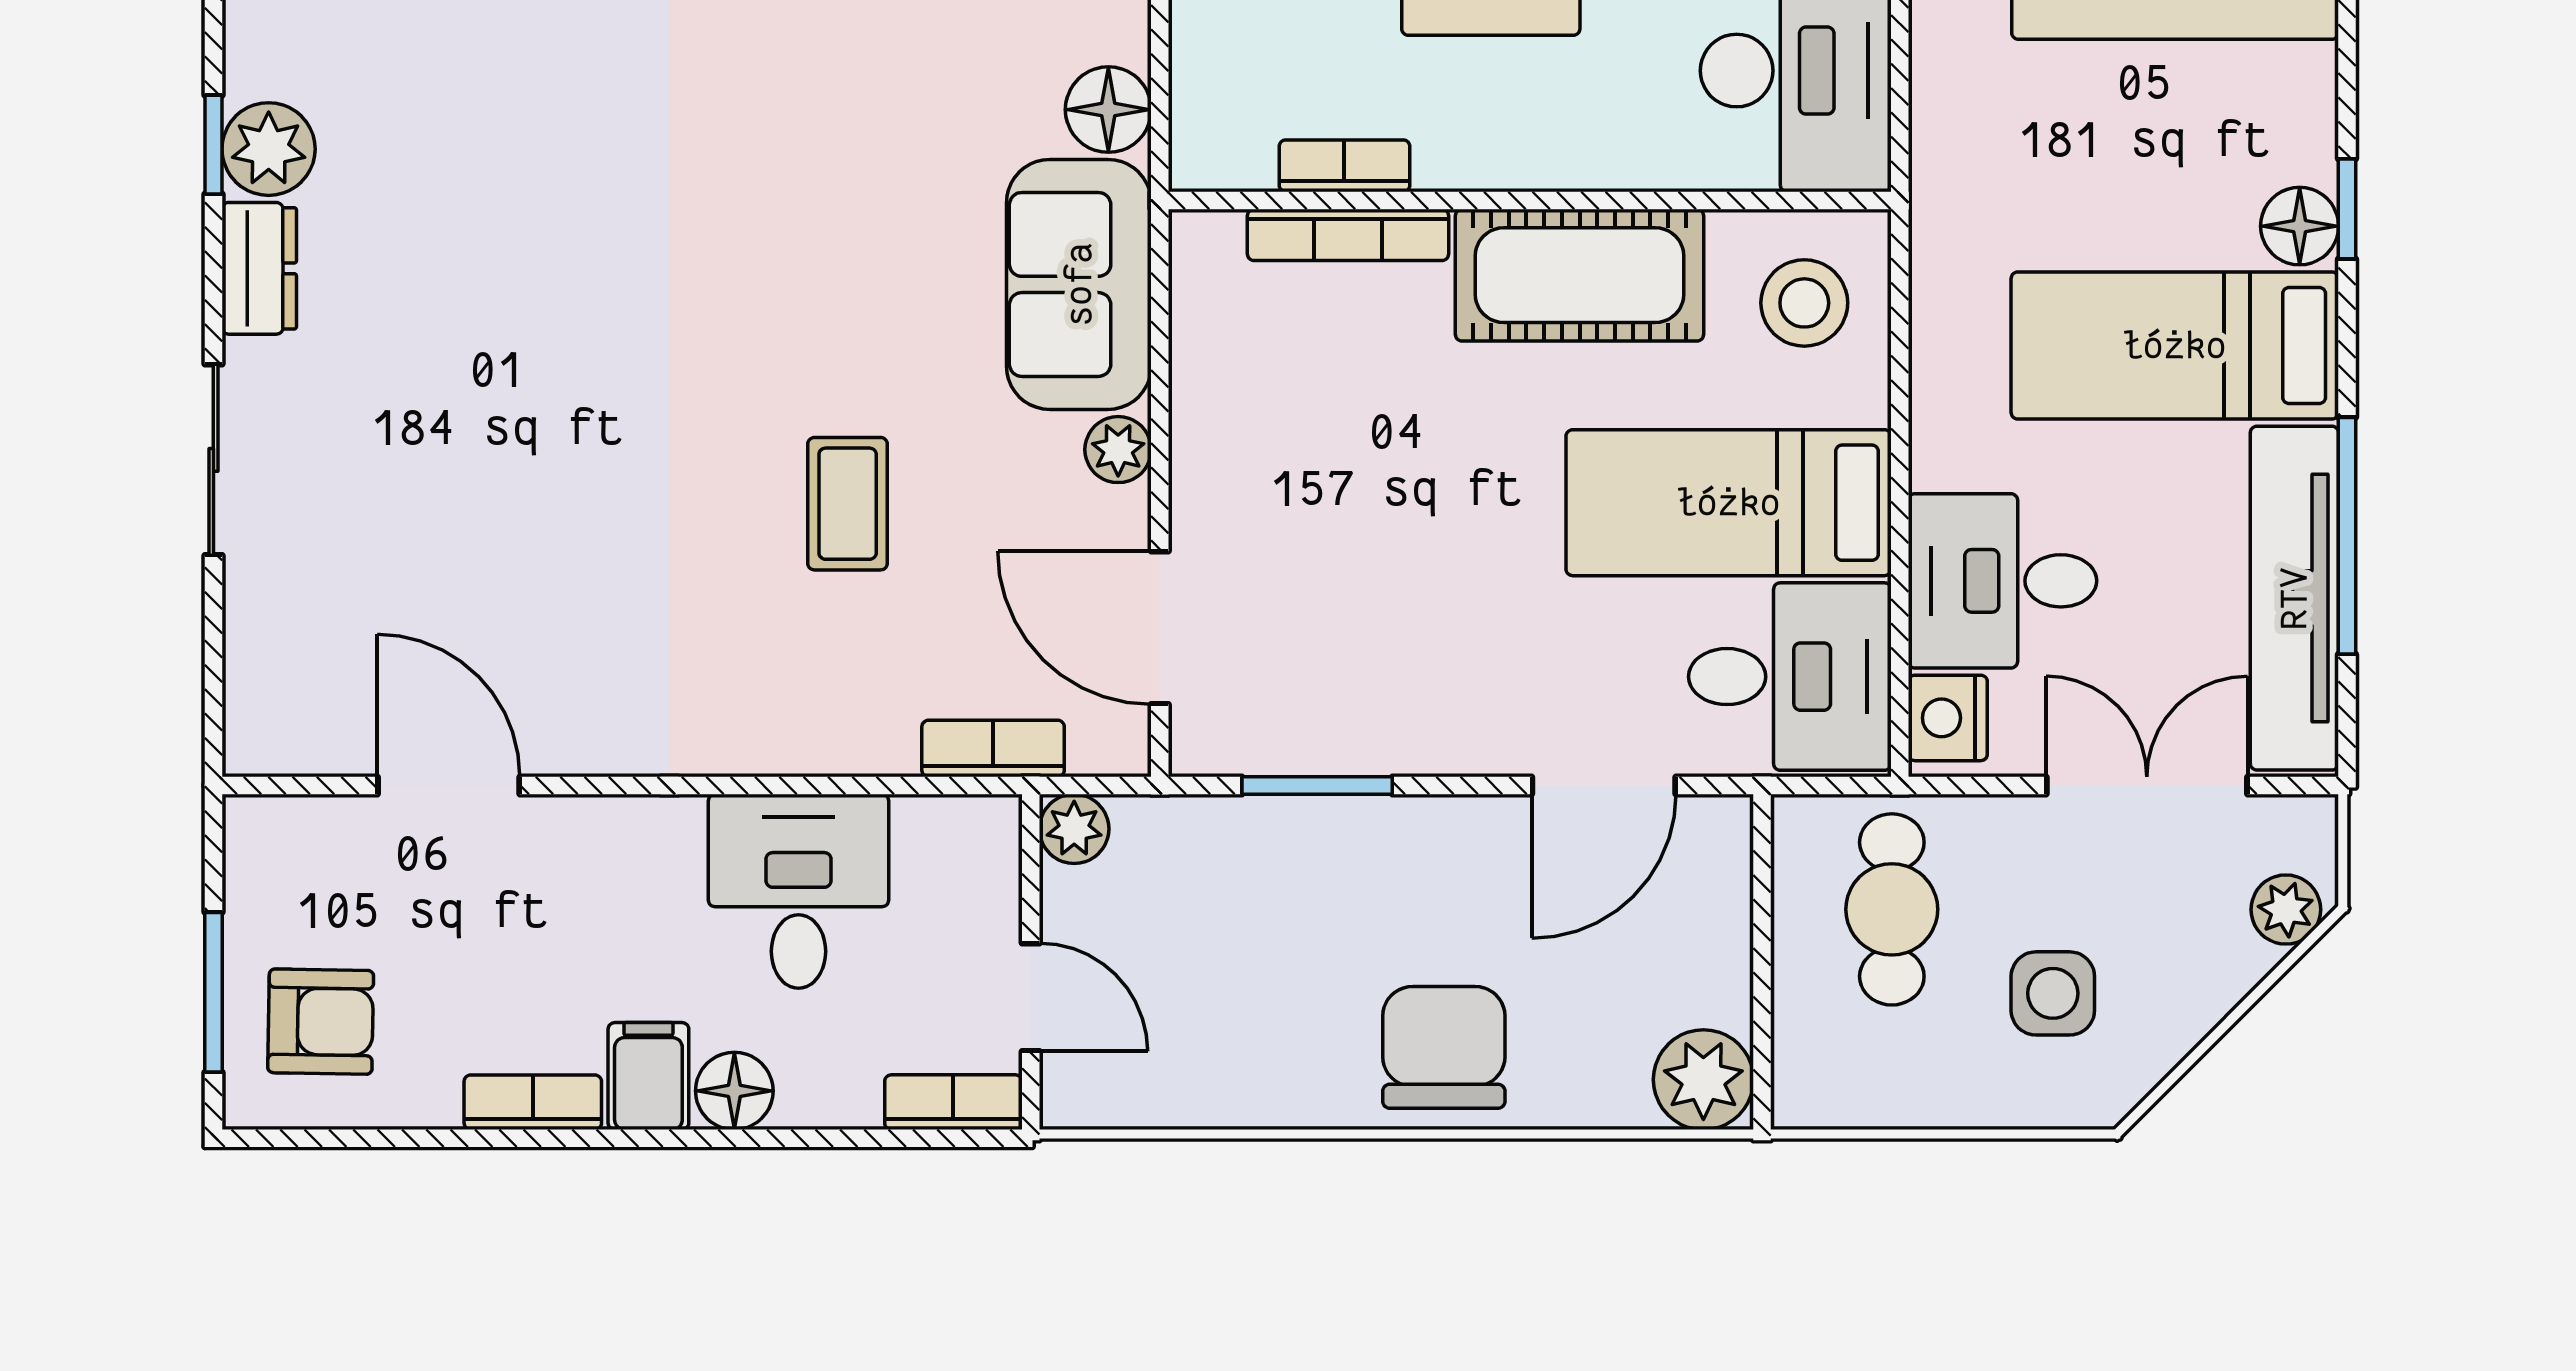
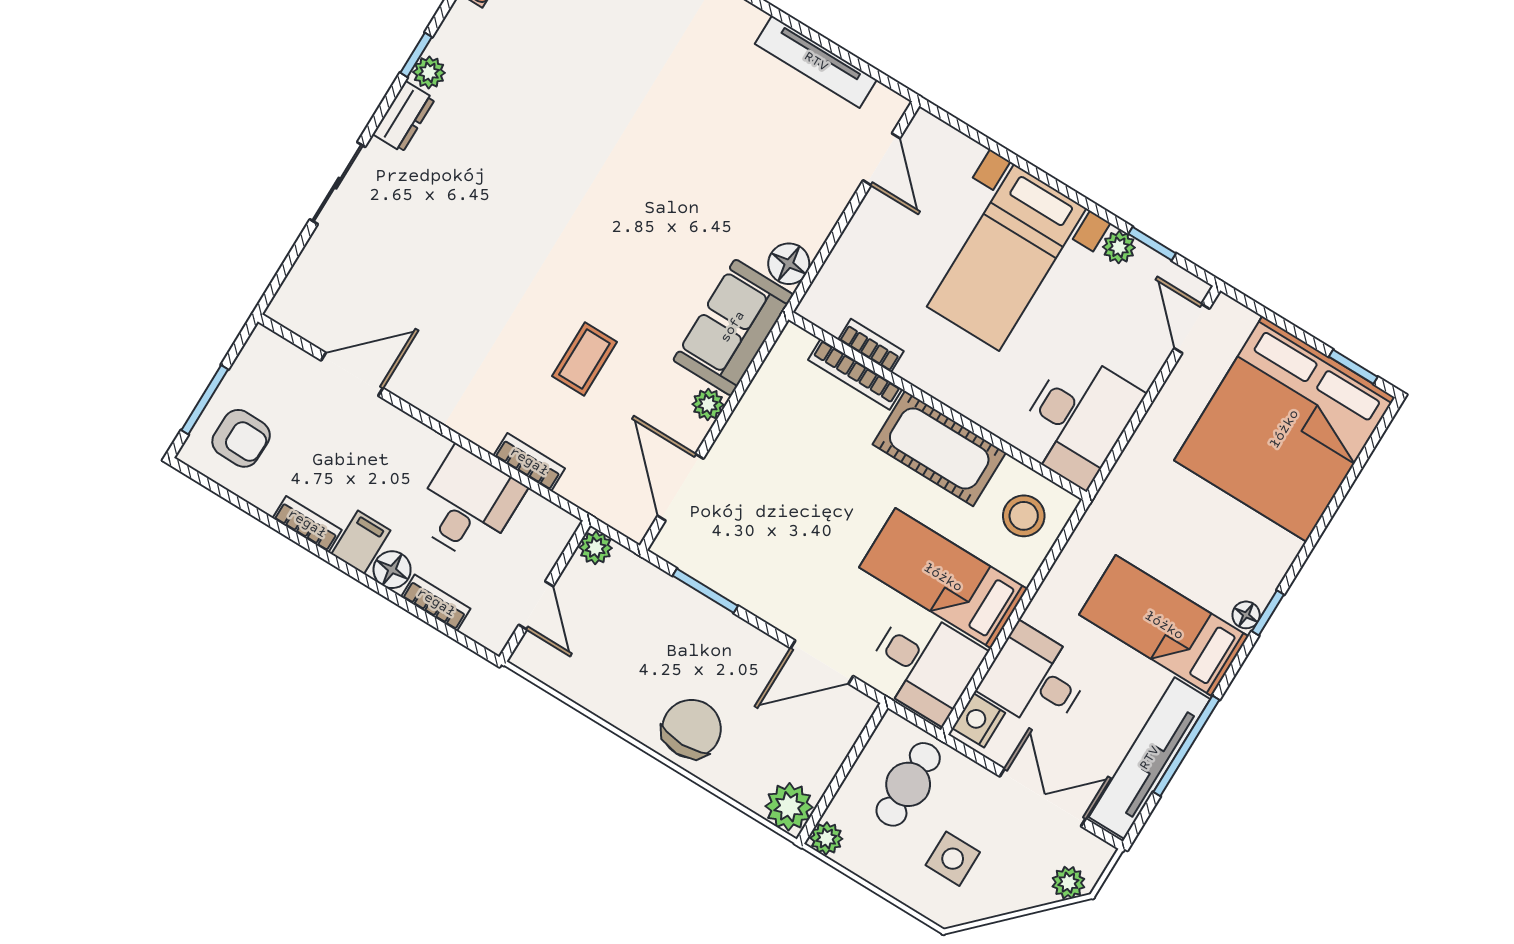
plant: (269, 149) -> (429, 72), width x0.73, depth x0.73
floor lamp: (2300, 226) -> (1246, 615), width x0.73, depth x0.73
bookcase: (993, 749) -> (529, 462), moved
door: (449, 786) -> (352, 374), hinge flipped
plant: (1805, 1096) -> (826, 838), added
bookcase: (953, 1102) -> (436, 603), moved

